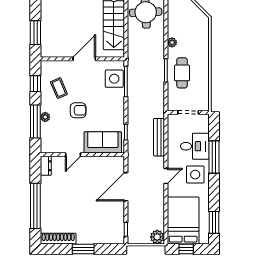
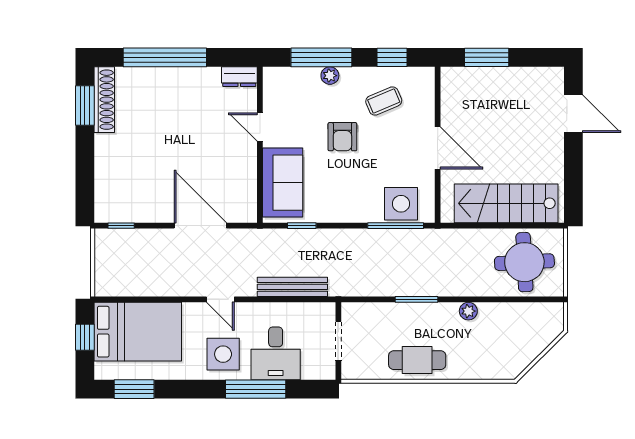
cafe table: (182, 73) -> (417, 360), moved
plant: (157, 237) -> (107, 283), removed
window: (83, 249) -> (85, 105), moved

